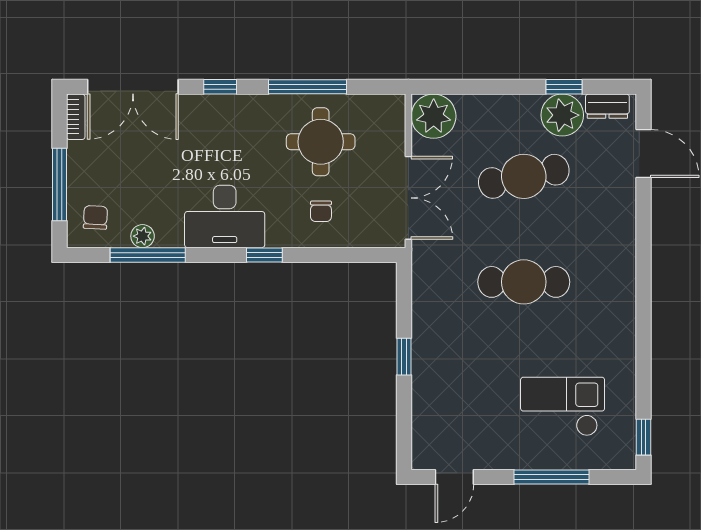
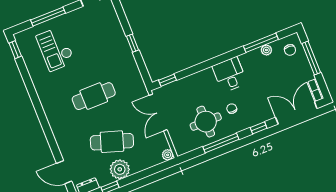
plant: (562, 115) -> (120, 169), moved
plant: (434, 116) -> (168, 155), width x0.53, depth x0.53
cafe table: (524, 176) -> (112, 142), turned 30
chair: (321, 211) -> (232, 109), moved
desk: (225, 216) -> (230, 75), width x0.73
window: (264, 255) -> (167, 80), moved
checkout: (563, 407) -> (55, 49), turned 90

